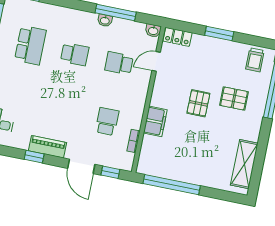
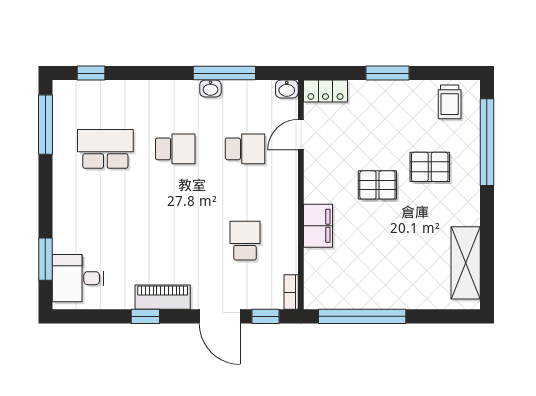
school desk: (30, 45) -> (105, 149), turned -90
school desk: (119, 63) -> (245, 149), turned 180
pallet: (198, 103) -> (377, 185), turned 90
bookcase: (134, 141) -> (291, 292), moved

